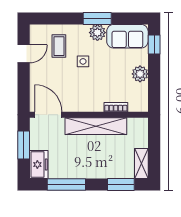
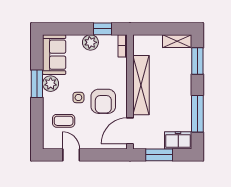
window: (154, 44) -> (102, 29), moved
armchair: (79, 87) -> (103, 101), added
bookcase: (116, 107) -> (123, 46), moved

